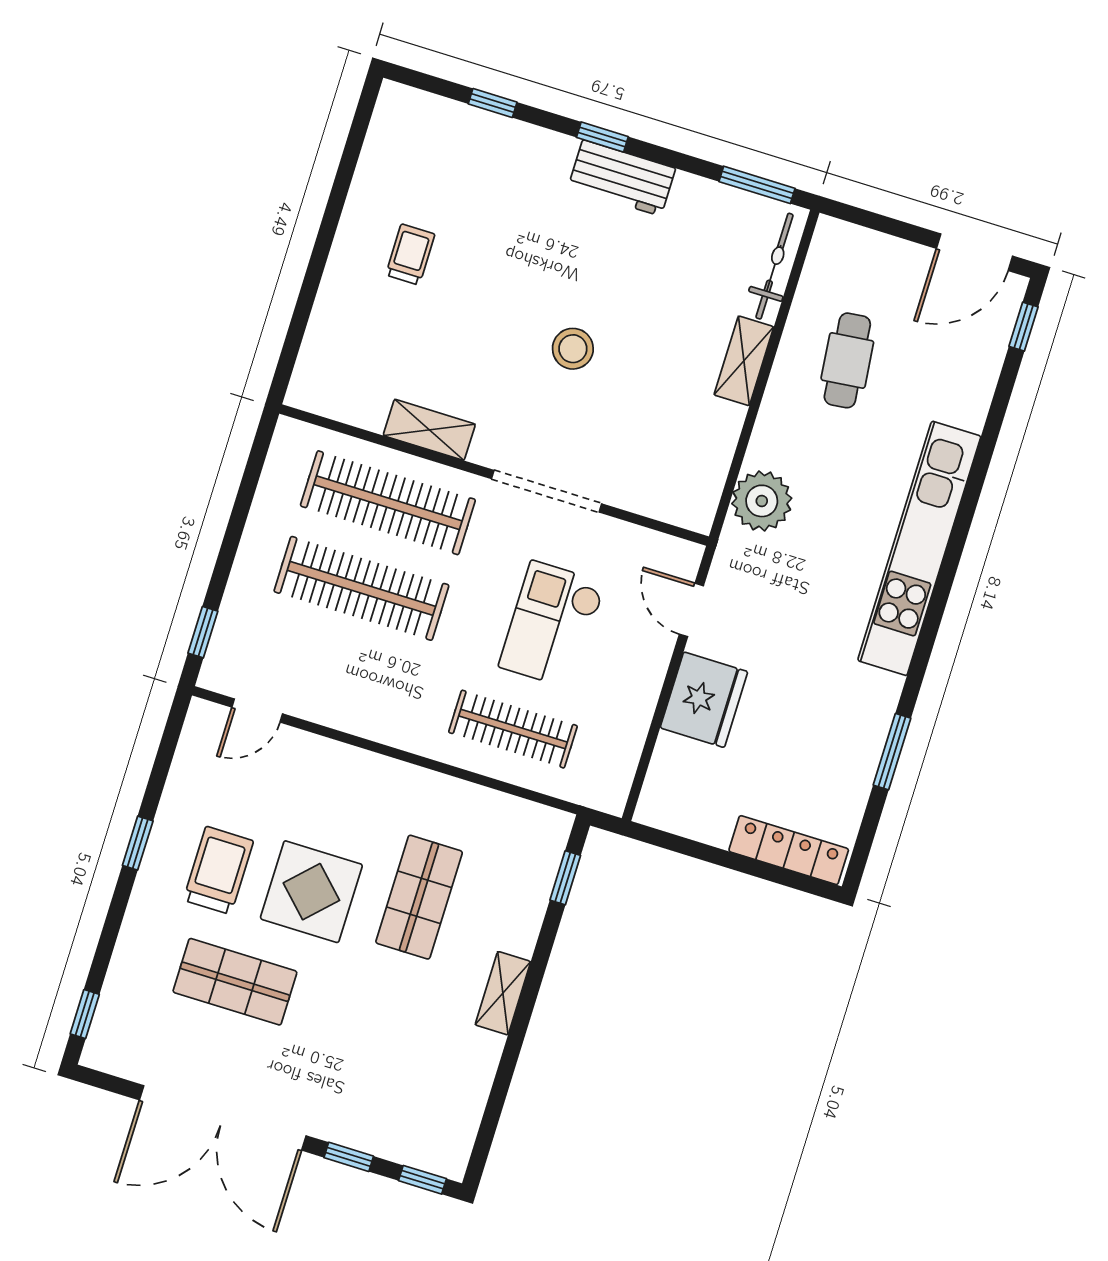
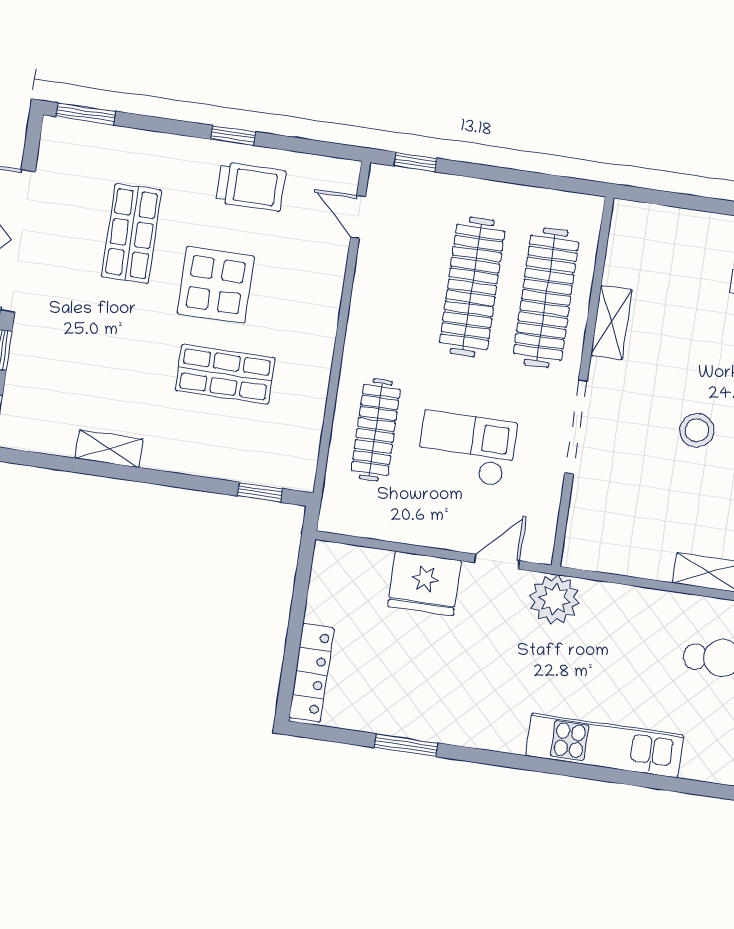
plant: (762, 501) -> (554, 599), moved
kitchen unit: (919, 548) -> (605, 745), width x0.73
trolley: (218, 870) -> (251, 187), moved
shelving: (503, 993) -> (109, 449), moved
window: (85, 1014) -> (86, 114), width x1.50

